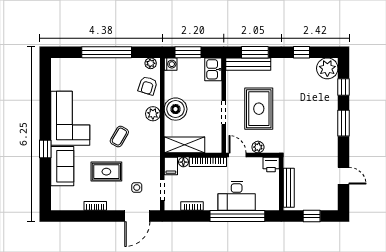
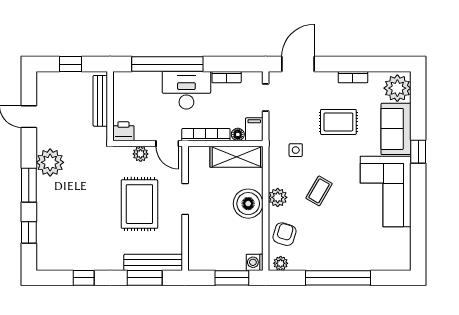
plant: (327, 68) -> (50, 162), moved
kitchen sink: (213, 69) -> (199, 255), removed
coffee table: (119, 137) -> (319, 191), moved
side table: (137, 188) -> (296, 150), moved
desk: (237, 196) -> (186, 90), moved
plant: (61, 197) -> (397, 88), added

